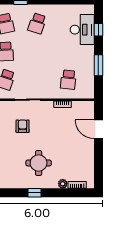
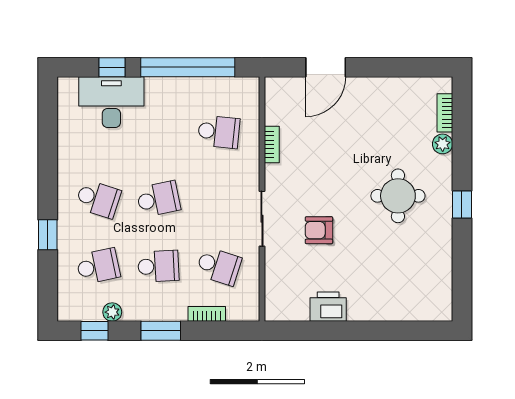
school desk: (37, 52) -> (158, 199), added
window: (98, 65) -> (188, 67), width x2.11

